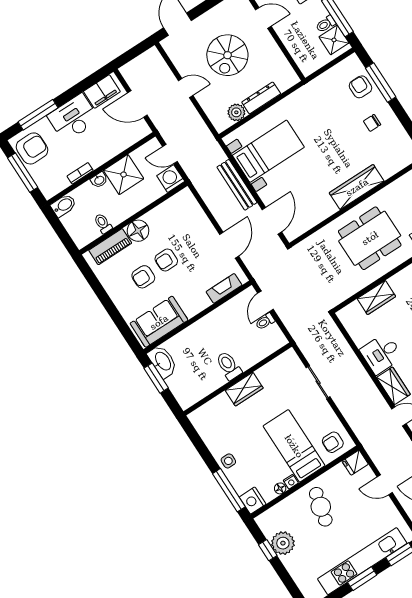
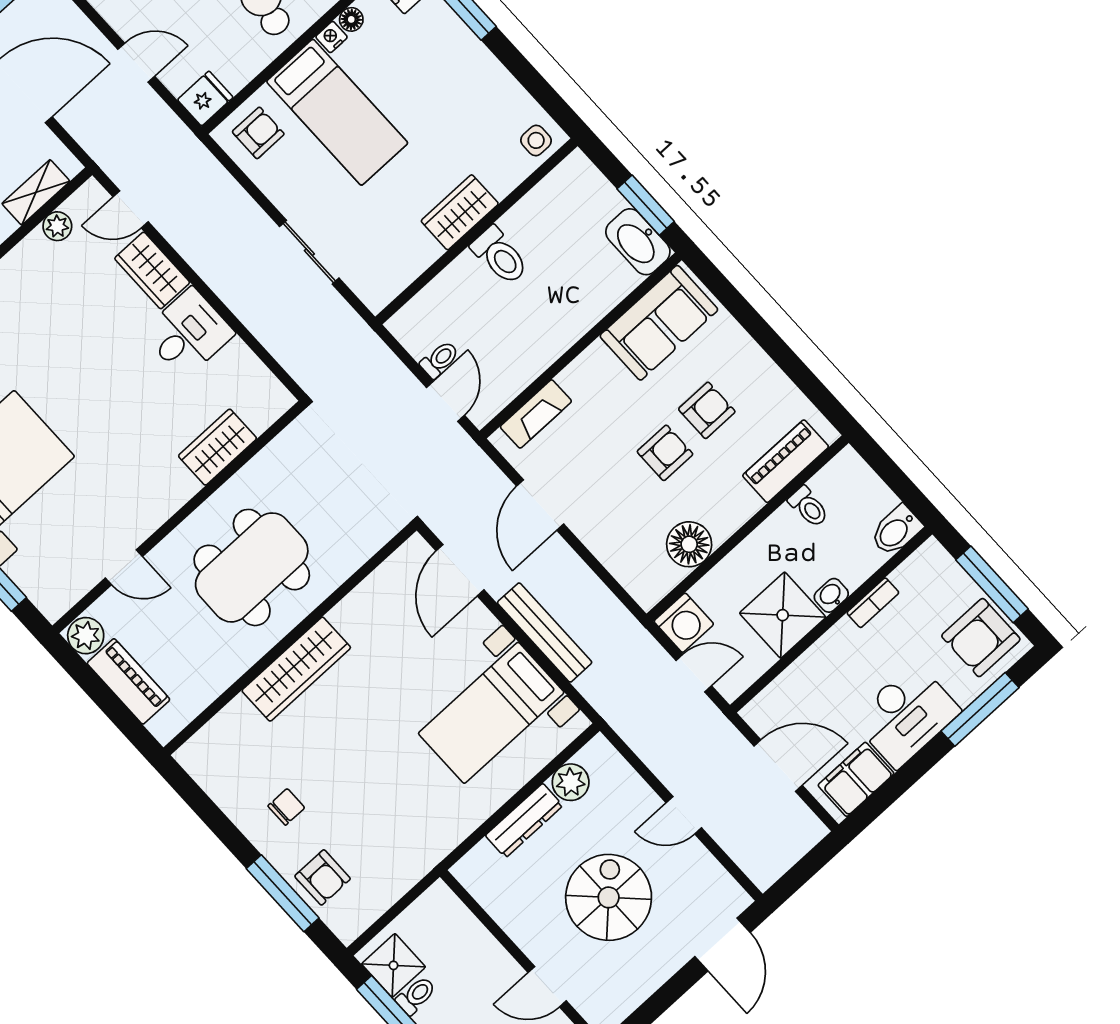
floor lamp: (138, 231) -> (689, 544), moved
side table: (228, 461) -> (536, 140), moved

